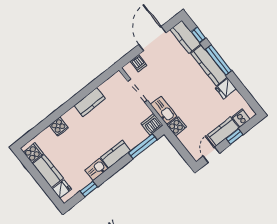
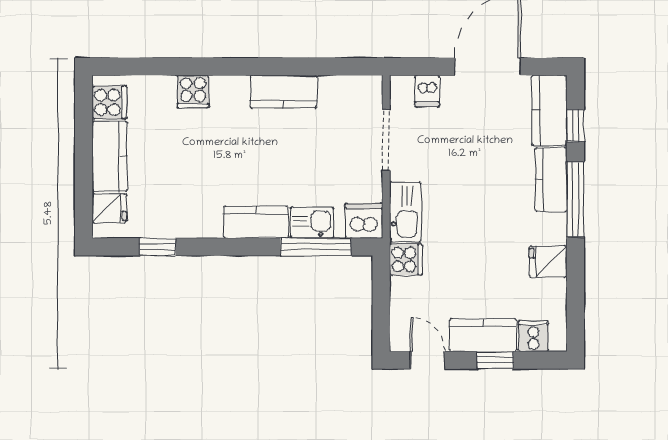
kitchen counter: (209, 65) -> (551, 180), width x0.67
door: (211, 155) -> (427, 360), hinge flipped
kitchen sink: (97, 169) -> (312, 223), moved

